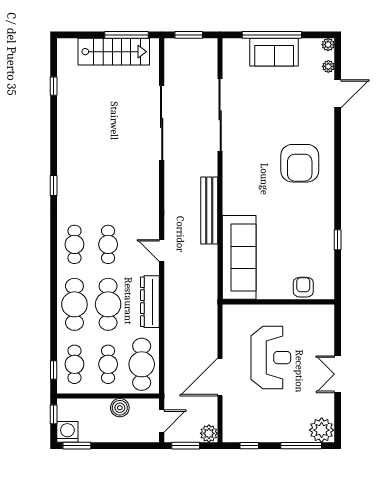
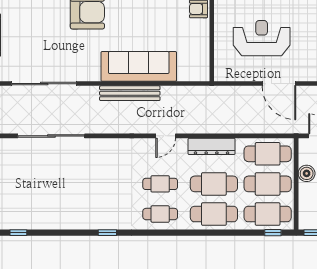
sofa: (239, 257) -> (139, 66), moved
cafe table: (74, 364) -> (268, 214), width x1.37, depth x1.35
cafe table: (108, 364) -> (268, 184), width x1.37, depth x1.35

